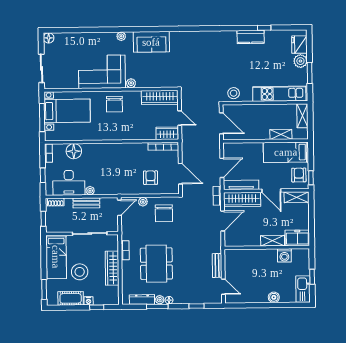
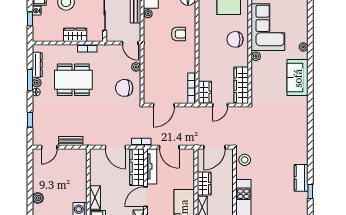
wardrobe: (258, 133) -> (204, 184), added
armchair: (151, 178) -> (179, 34), moved
wardrobe: (112, 268) -> (75, 35), width x0.67

